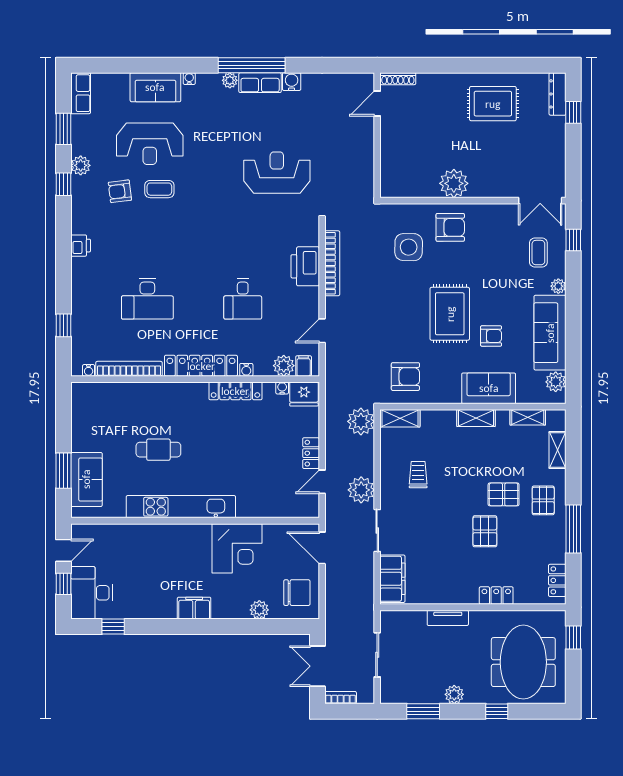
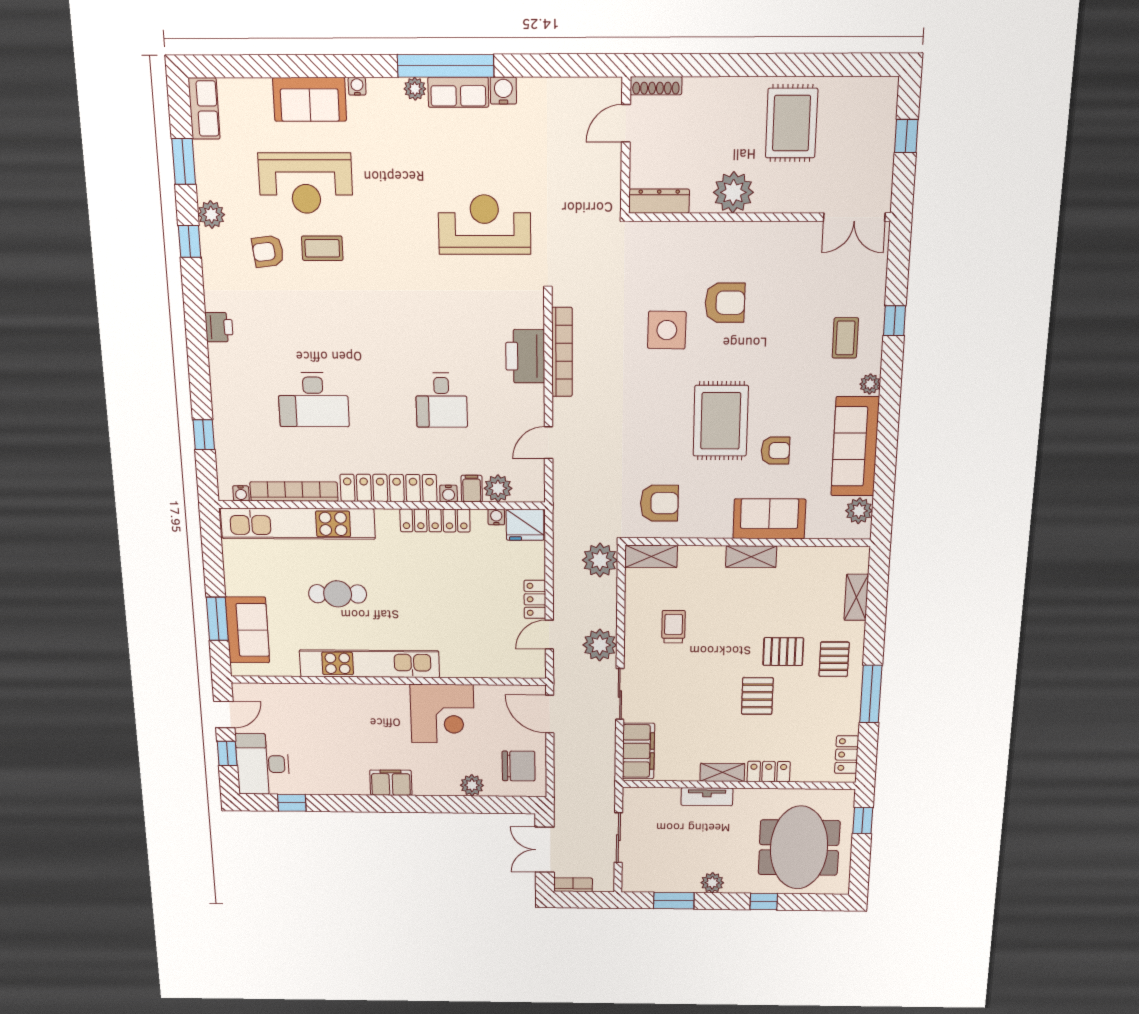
dresser: (558, 94) -> (659, 201), moved, turned 90
rug: (493, 104) -> (792, 123), turned 90
plant: (454, 183) -> (733, 192), moved
wall: (473, 201) -> (759, 217), moved
double door: (540, 201) -> (854, 217), moved
filing cabinet: (304, 366) -> (472, 489), moved
kitchen unit: (131, 394) -> (298, 524), added
shelving: (528, 417) -> (722, 772), moved

